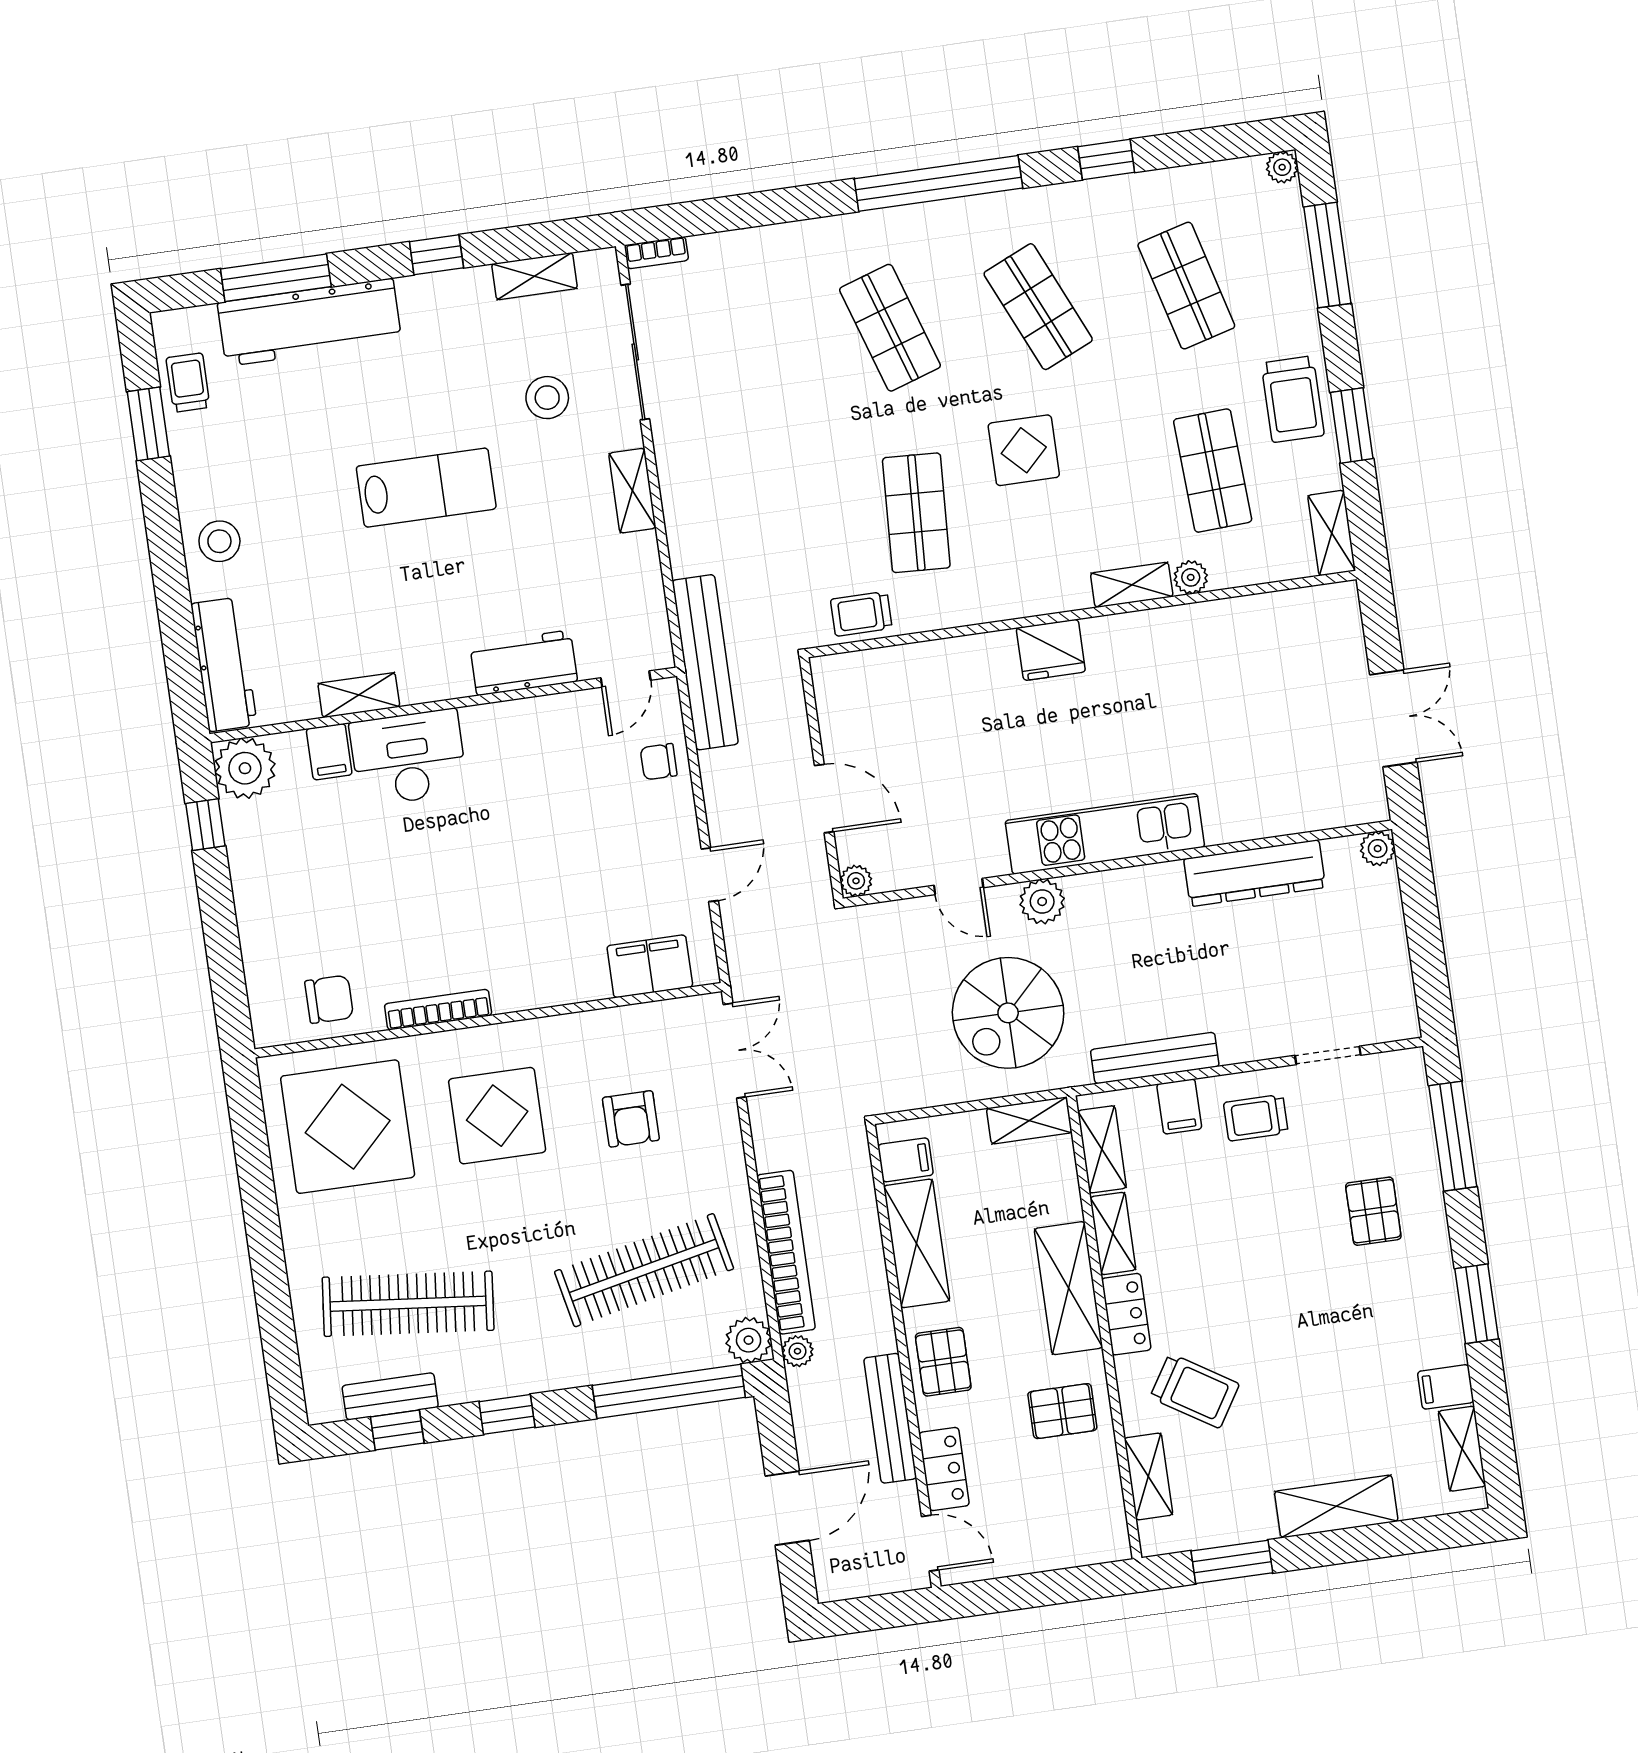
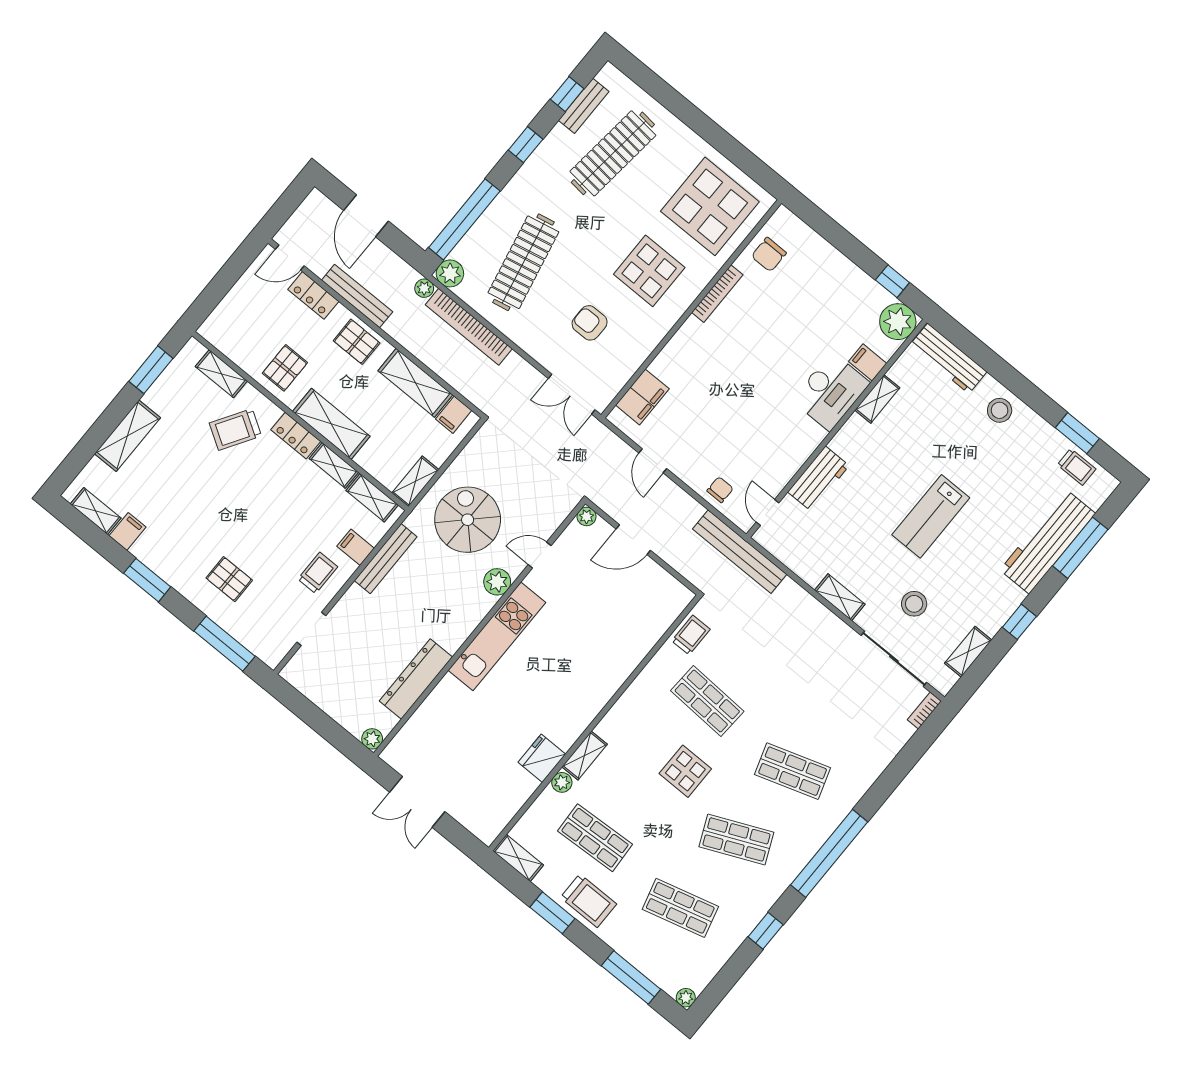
trolley: (1293, 399) -> (589, 901), turned 180
fridge: (1051, 650) -> (542, 758), moved

